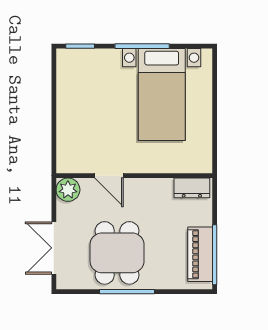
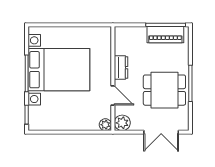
bed with nightstands: (162, 95) -> (59, 70), width x1.36
plant: (65, 164) -> (105, 125), added
door: (109, 176) -> (113, 95), hinge flipped
dresser: (192, 188) -> (121, 68), moved

